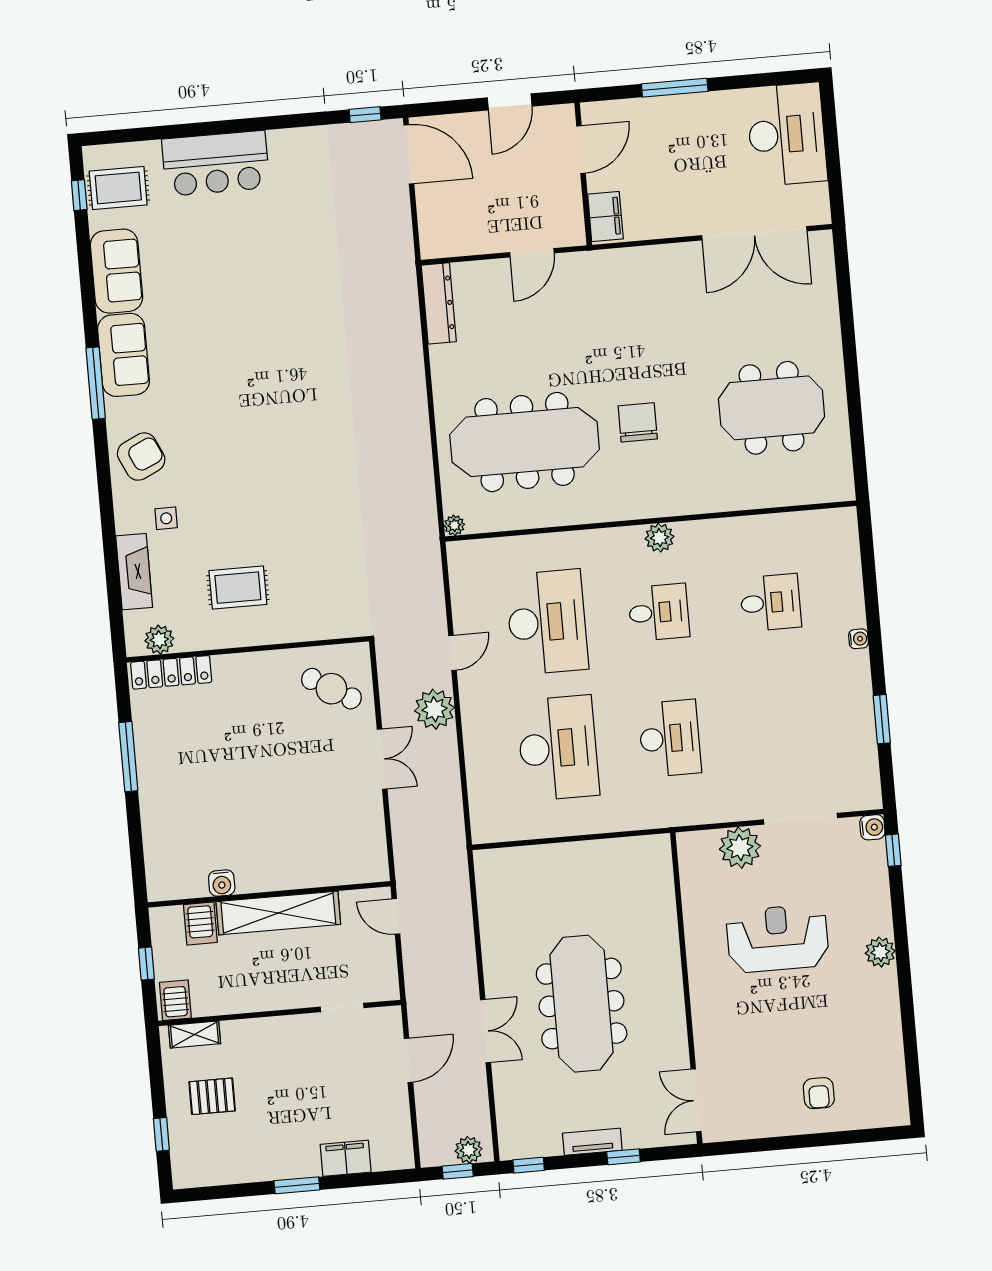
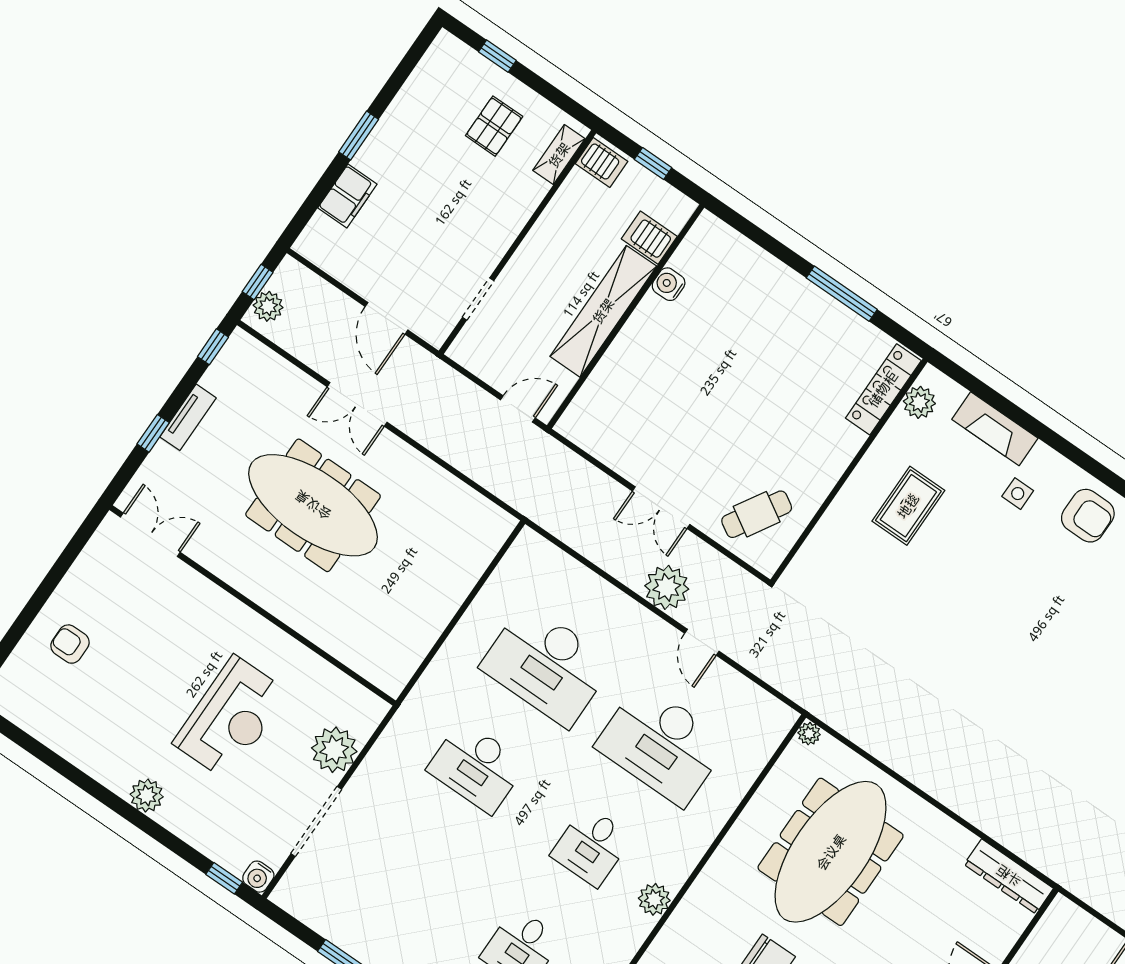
armchair: (141, 457) -> (1088, 516), turned -65

